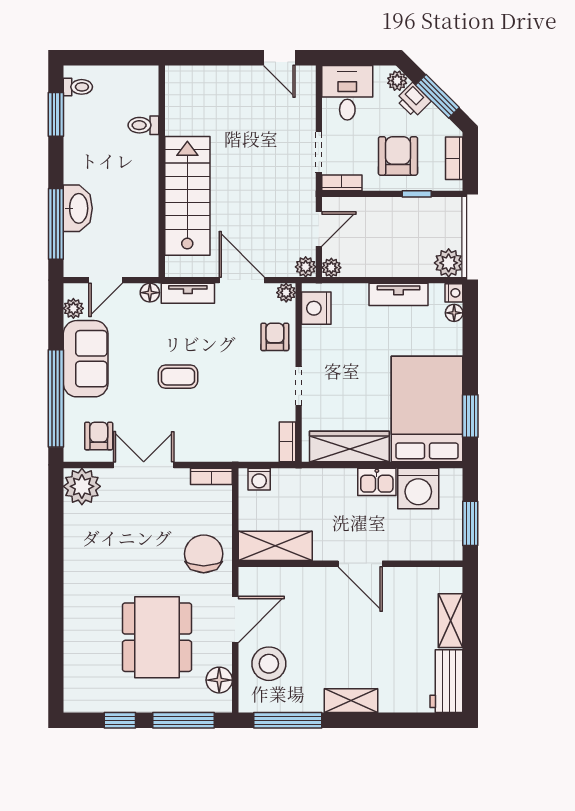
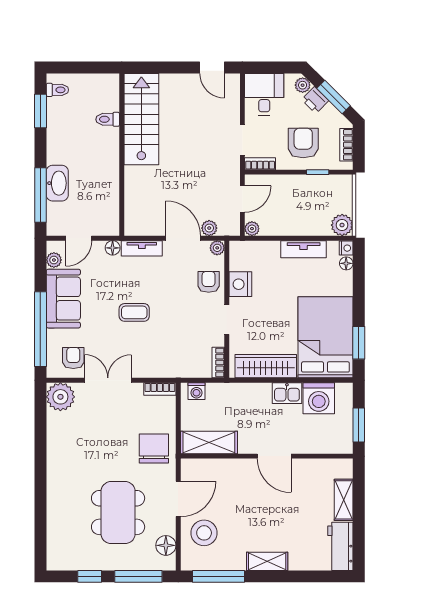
stairs: (187, 196) -> (141, 119), moved
plant: (306, 267) -> (209, 228), moved
nightstand: (316, 308) -> (240, 284), moved

